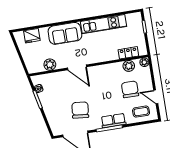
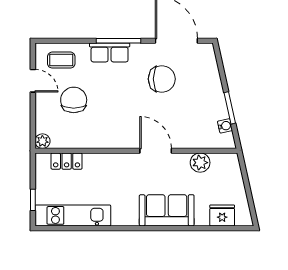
kitchen unit: (103, 24) -> (73, 215), moved
plant: (129, 66) -> (69, 139), removed
chair: (130, 89) -> (74, 100), turned 180
chair: (80, 110) -> (162, 79), turned -96

